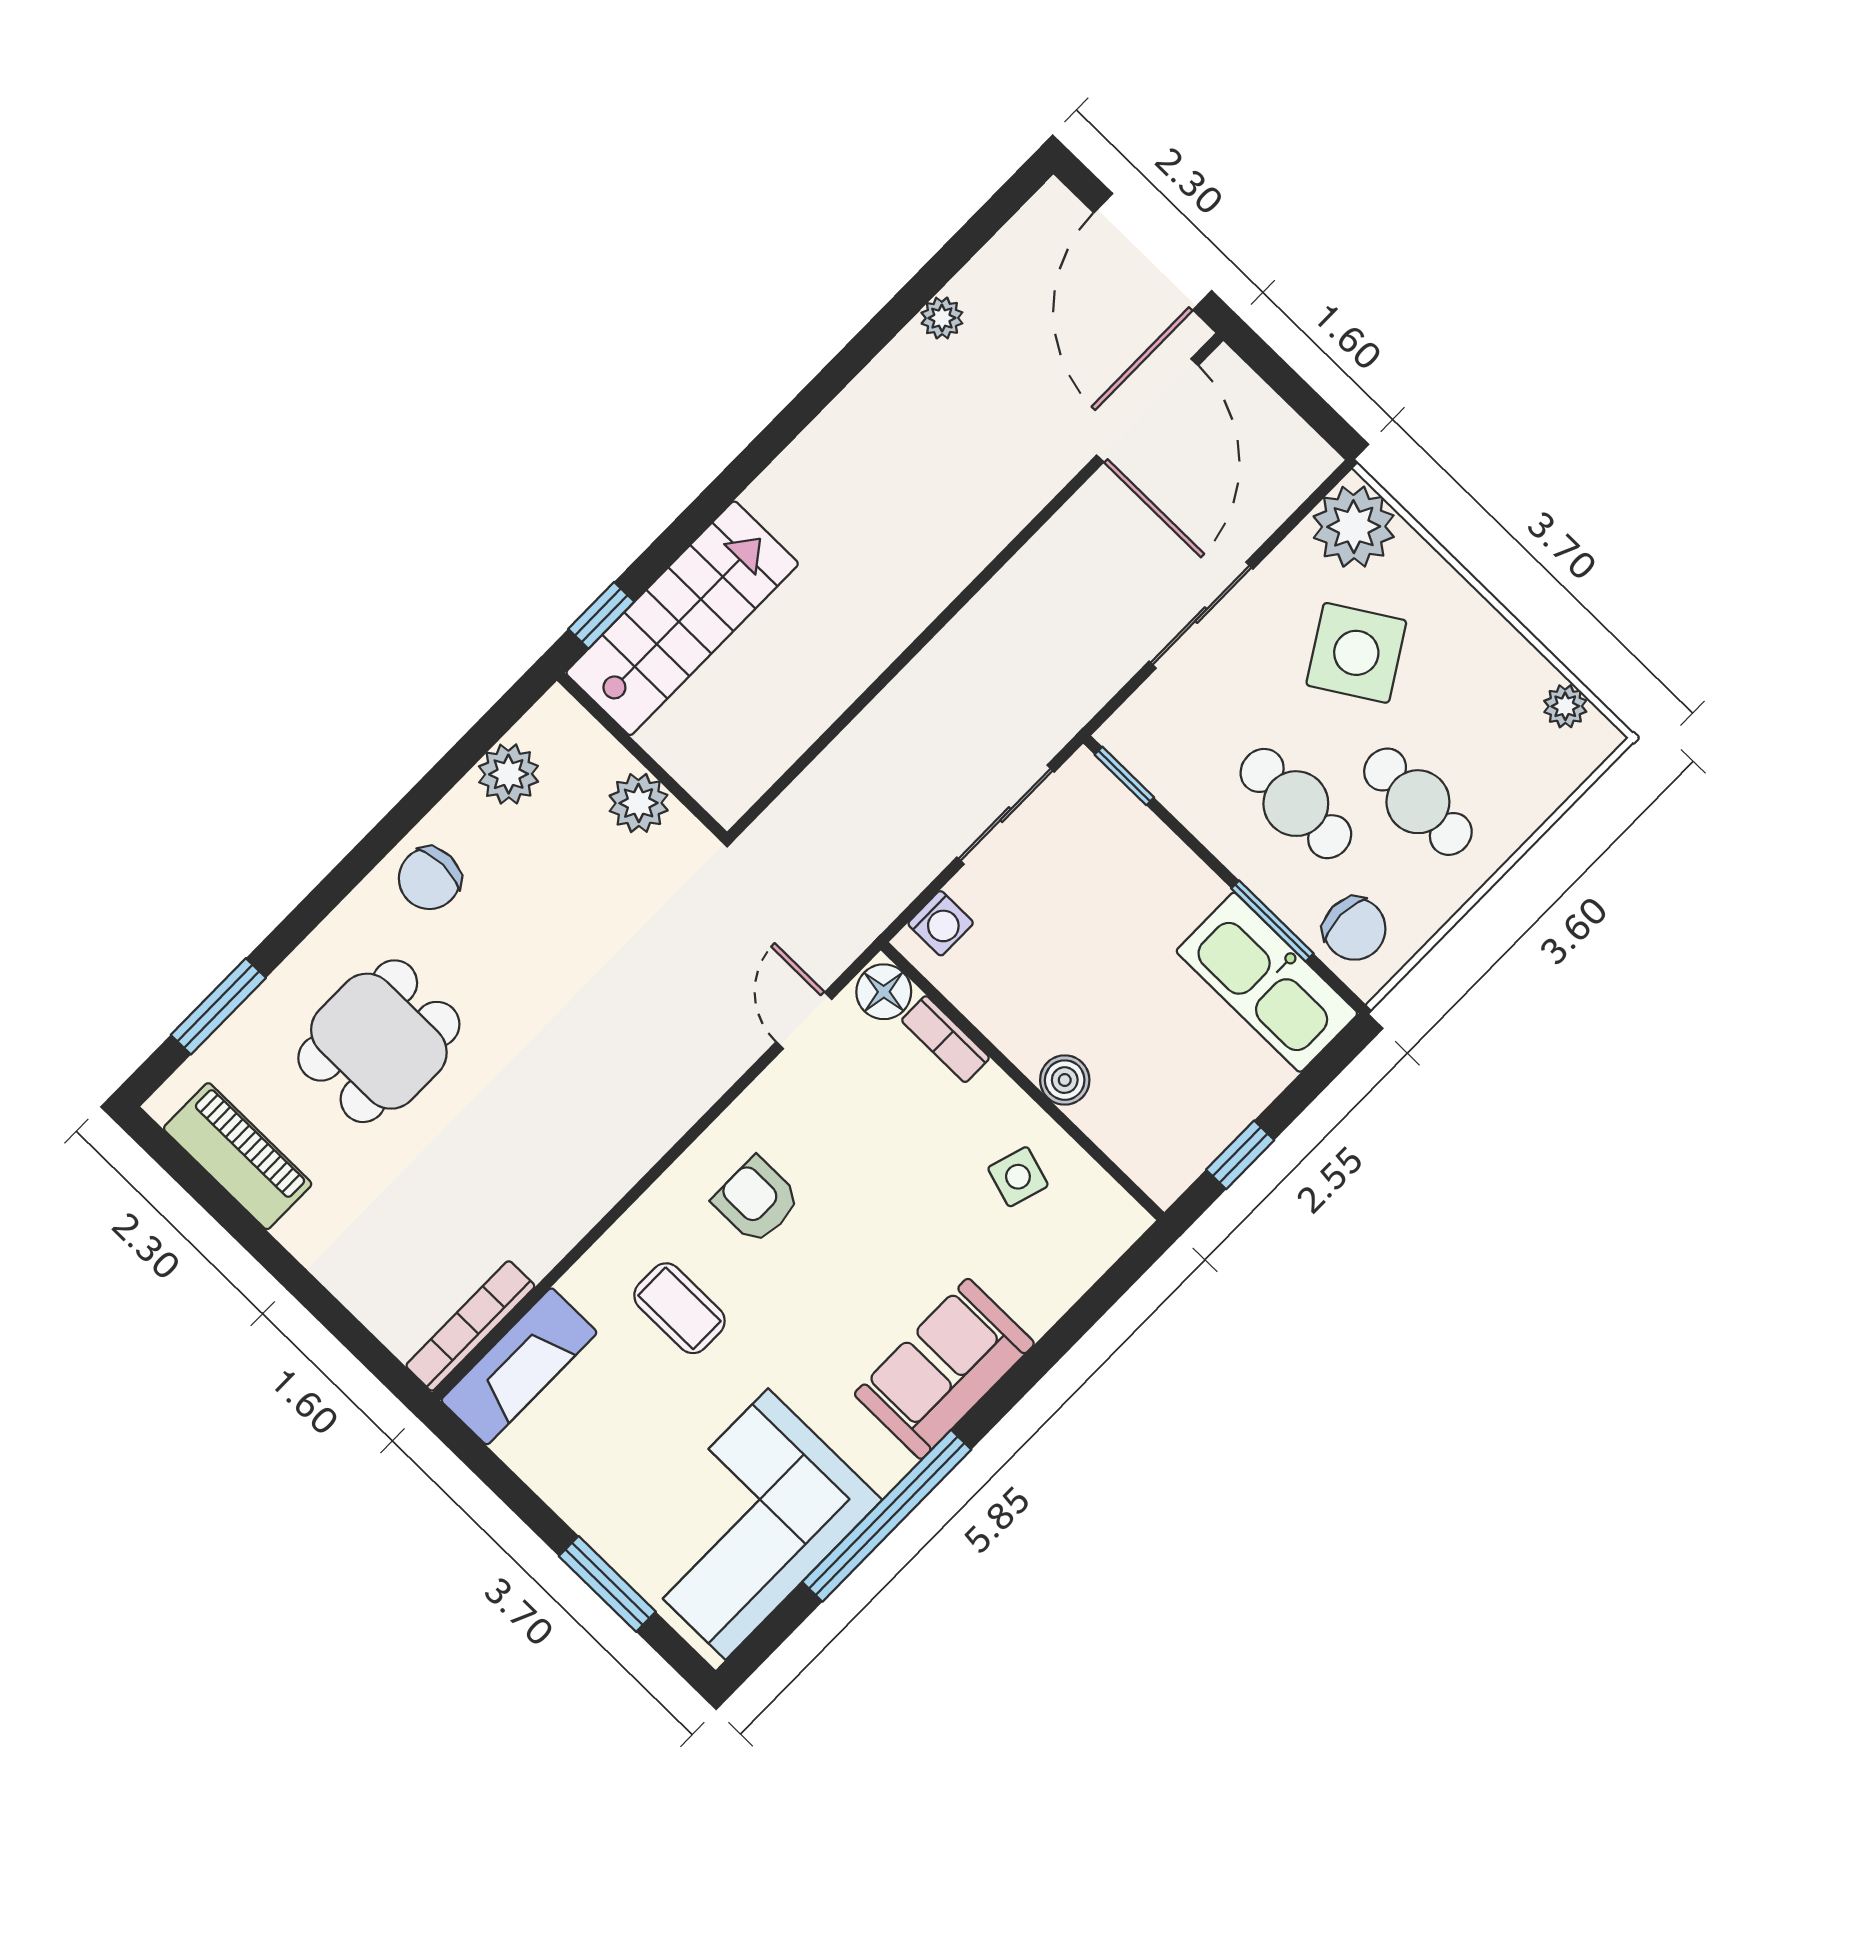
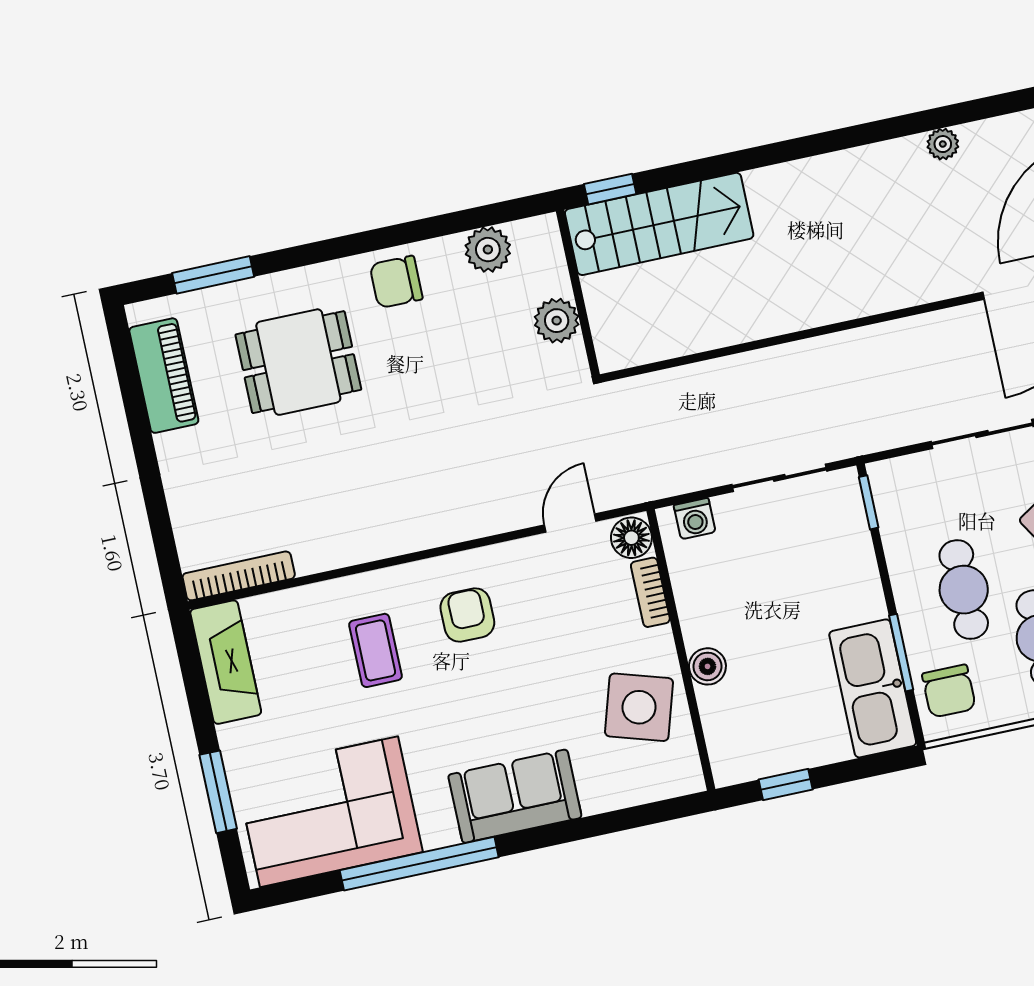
side table: (1018, 1177) -> (639, 707), width x1.87, depth x1.87
fireplace: (519, 1366) -> (226, 662), moved, turned -90

